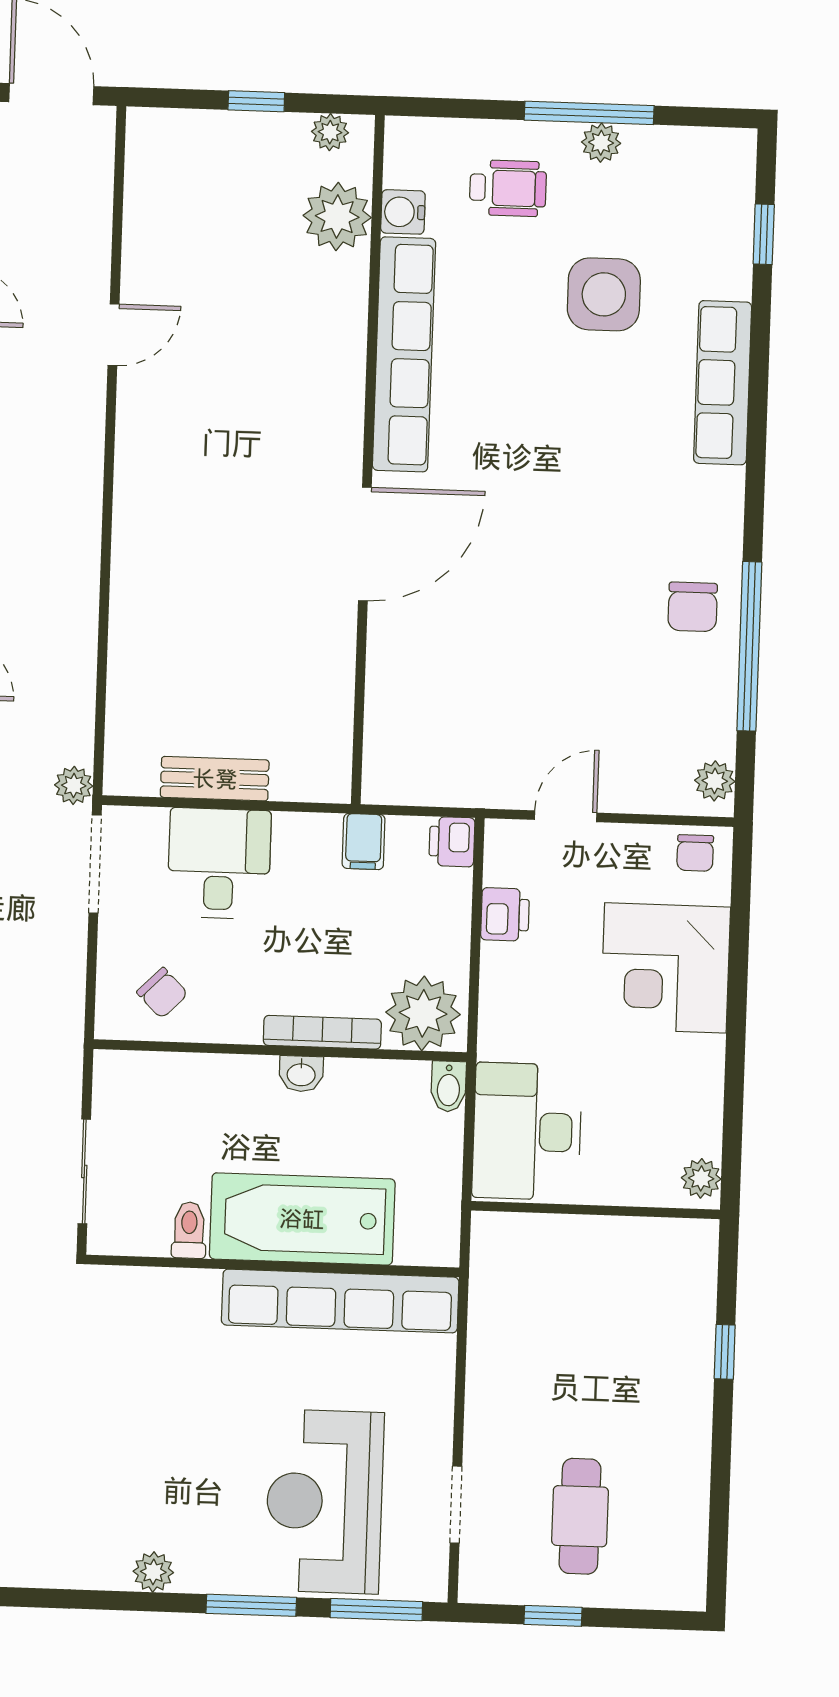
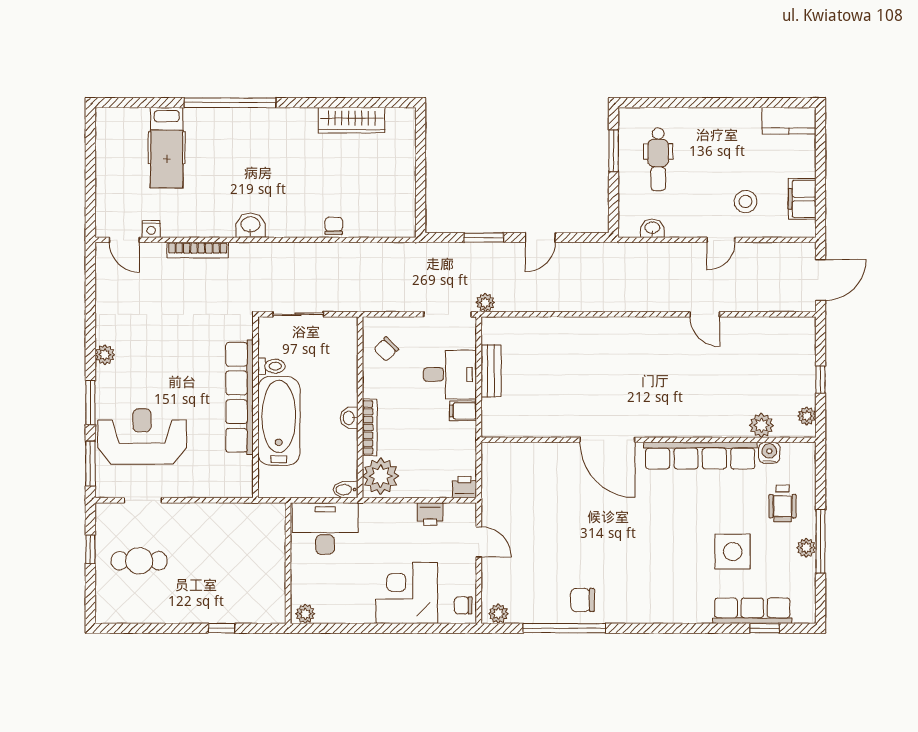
plant: (337, 217) -> (761, 425), width x0.73, depth x0.73
row of seats: (723, 383) -> (752, 611), moved
filing cabinet: (364, 842) -> (463, 411), moved
row of seats: (340, 1301) -> (240, 397), moved

